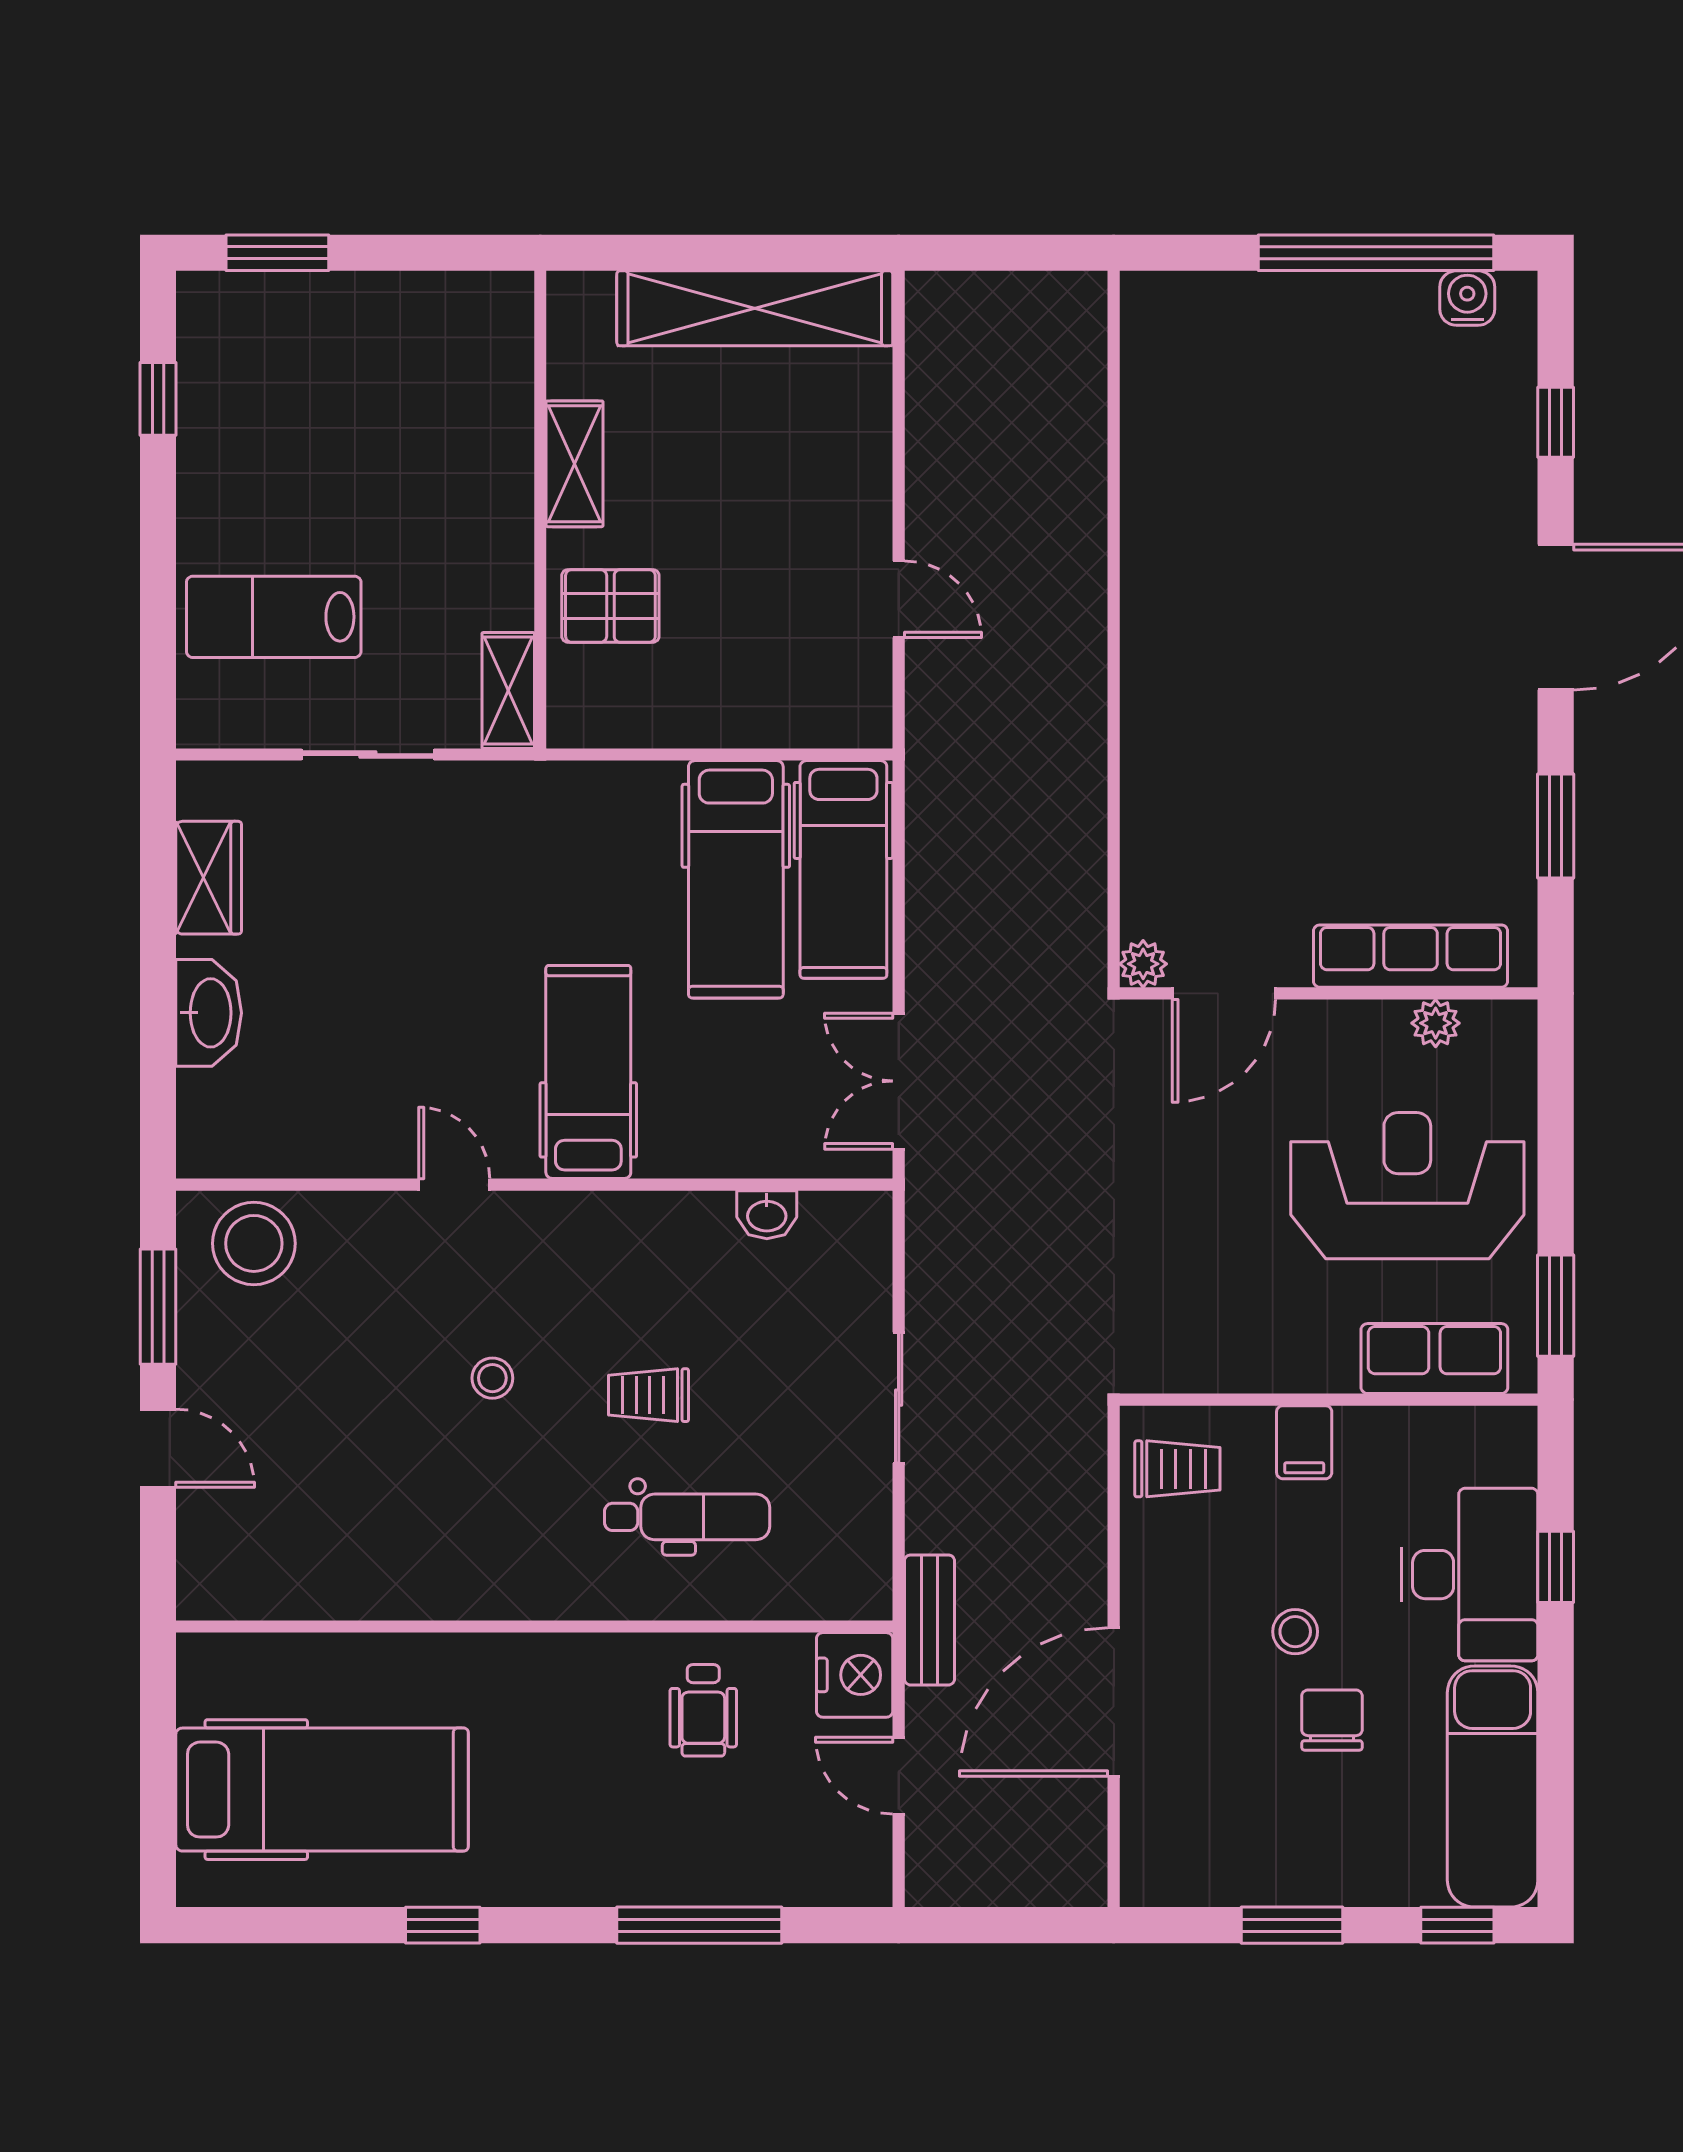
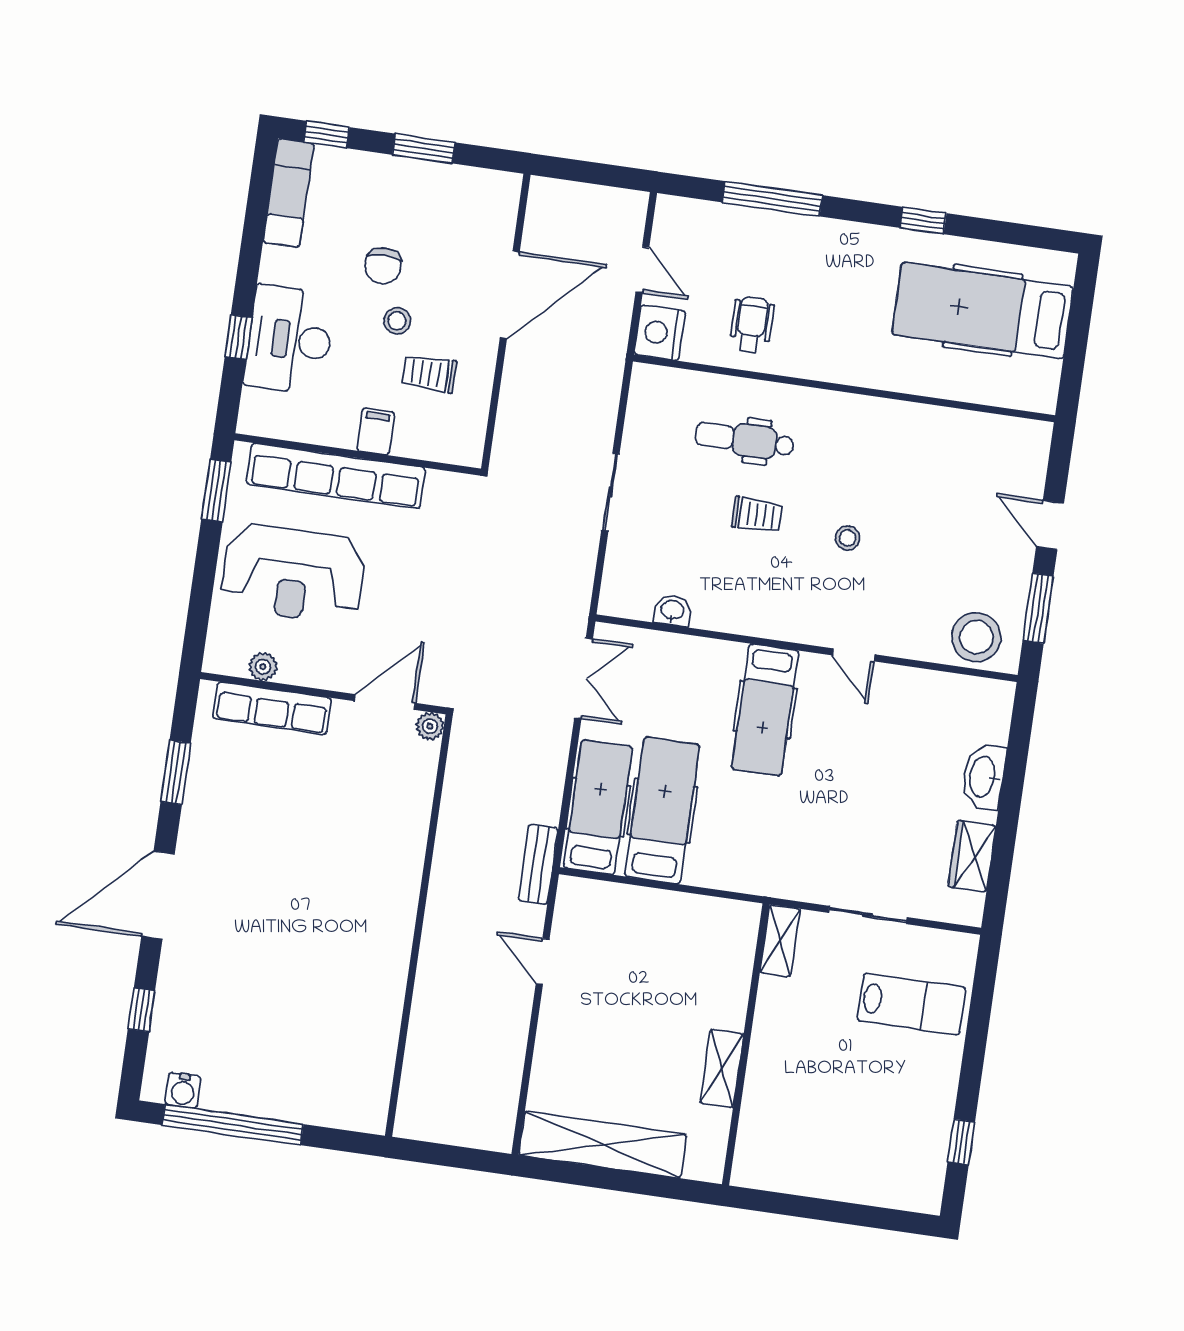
window: (277, 253) -> (879, 1218), removed
pallet: (610, 606) -> (713, 982), removed
row of seats: (1434, 1359) -> (336, 476), width x2.02
trolley: (1177, 1469) -> (429, 374), moved
bench: (929, 1620) -> (538, 864), moved
exam couch: (1493, 1787) -> (289, 193), width x0.73, depth x0.69

